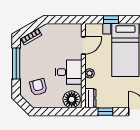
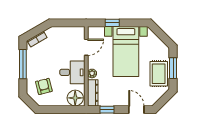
dresser: (90, 98) -> (93, 93), width x1.44

